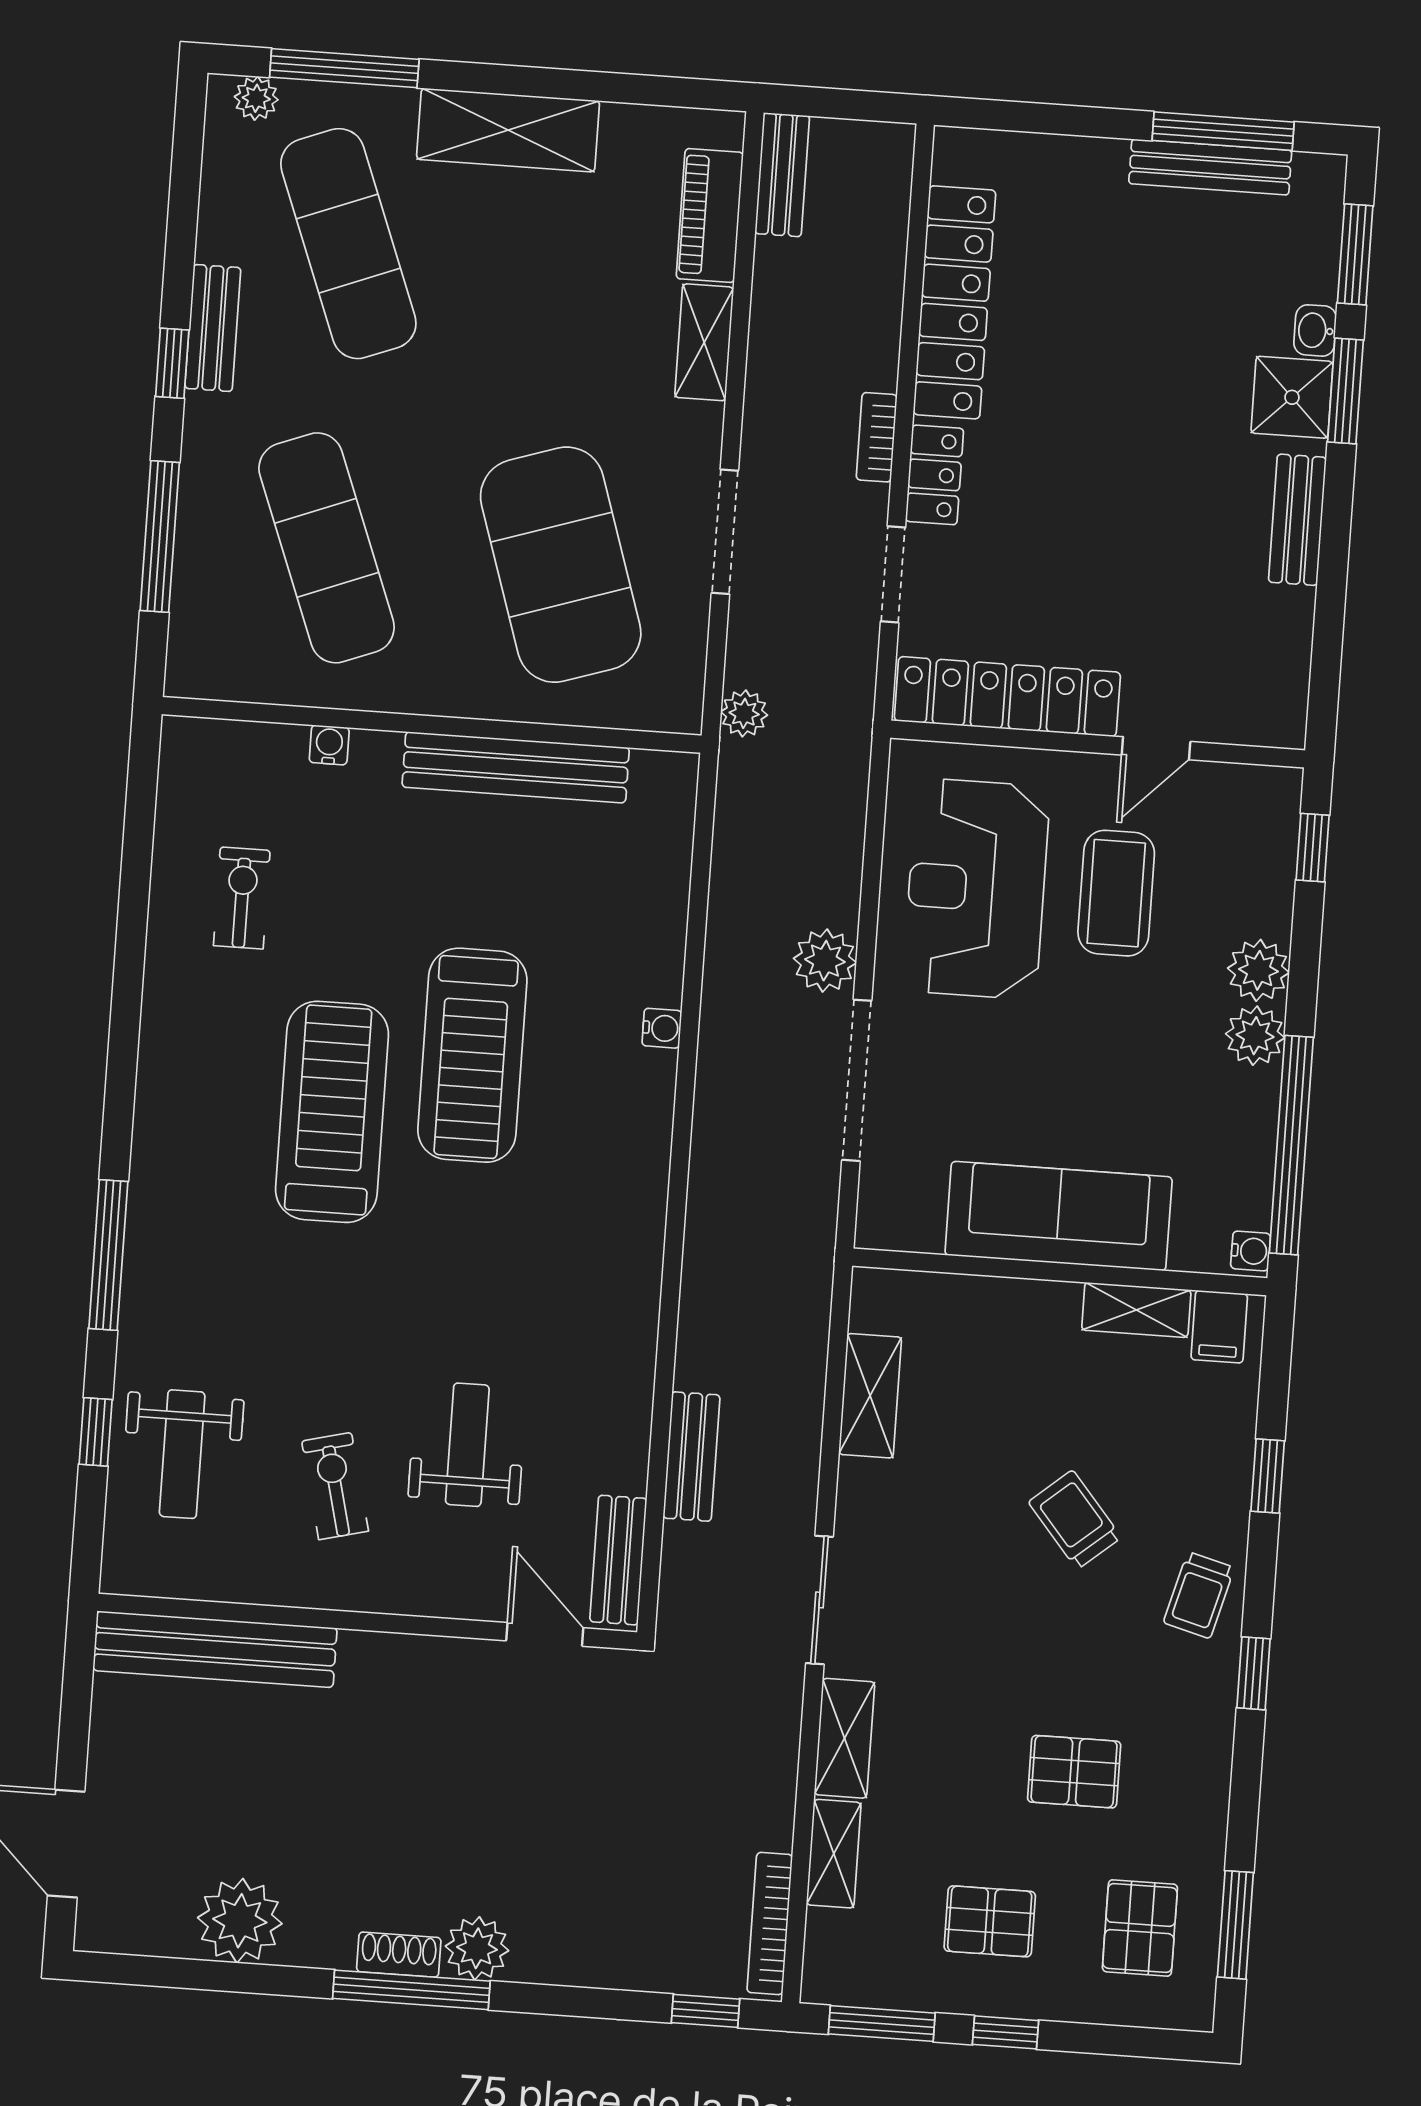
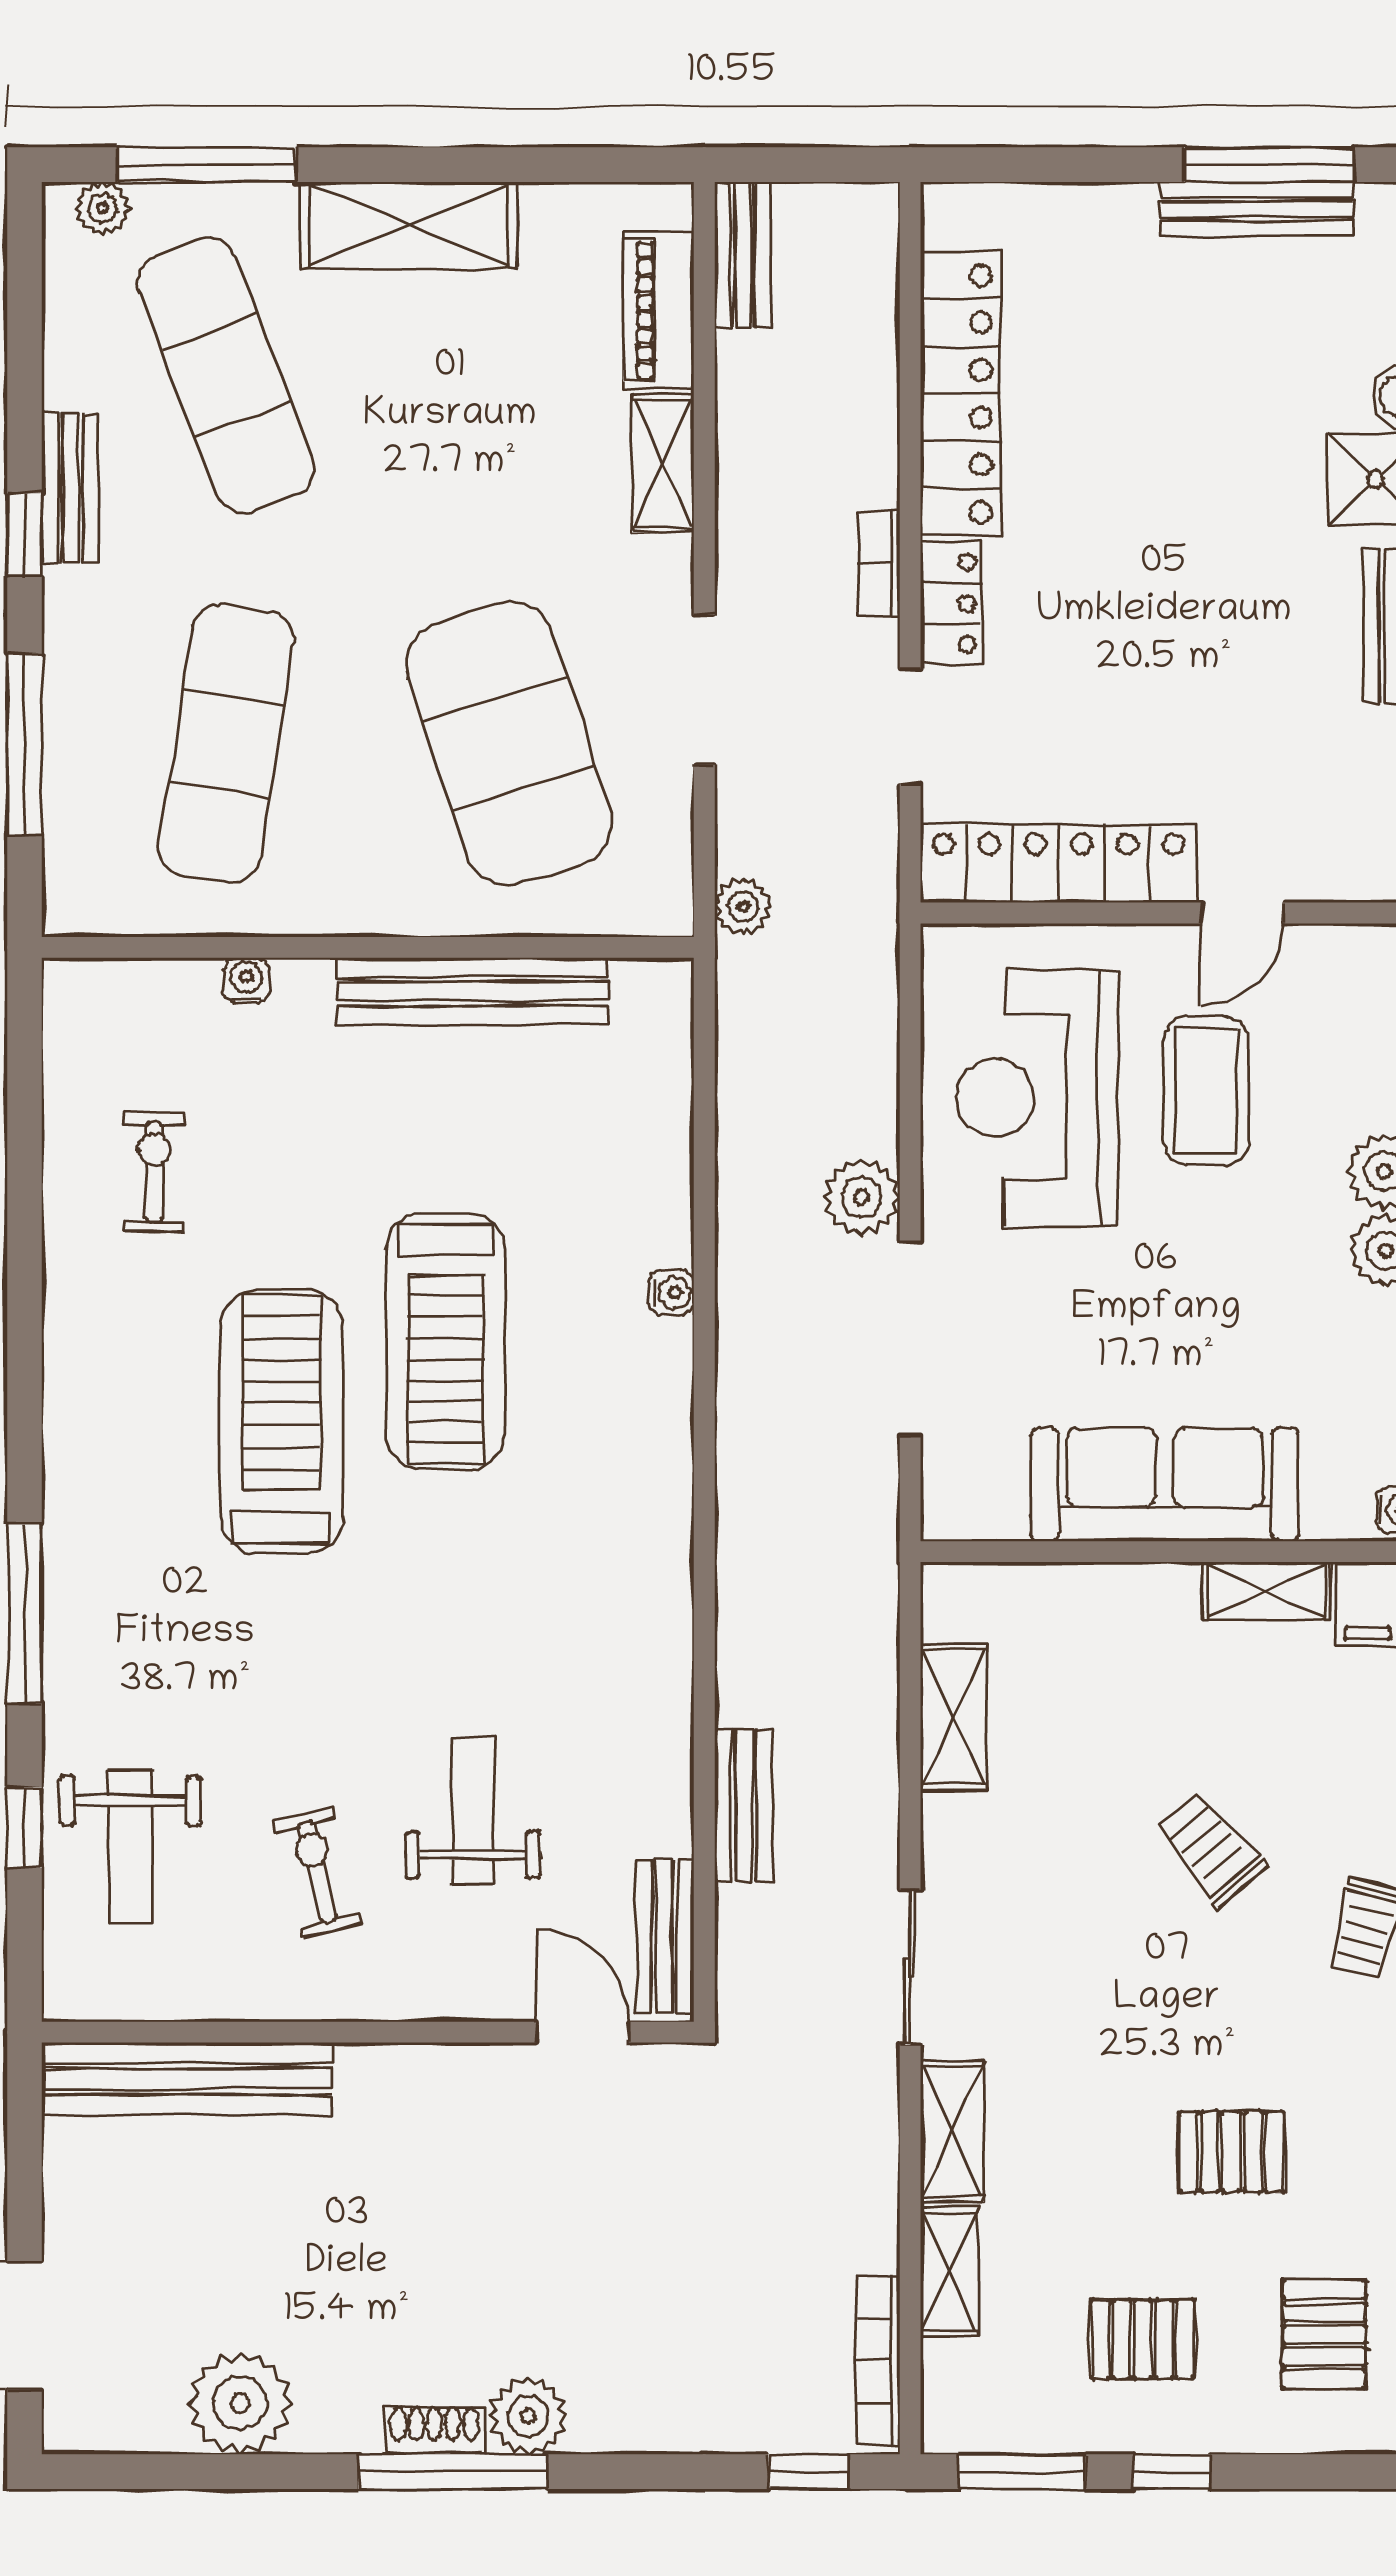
exercise mat: (327, 548) -> (226, 743), turned 30

